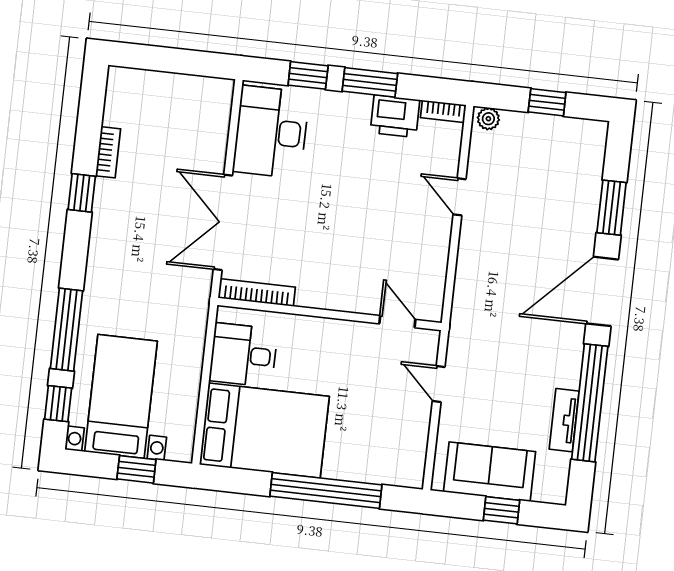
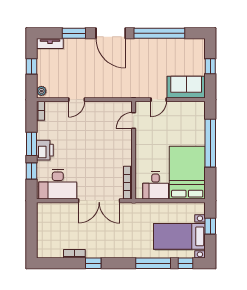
printer: (395, 116) -> (45, 150), moved
tv unit: (564, 420) -> (50, 44), moved
sofa: (490, 472) -> (186, 87), moved, turned 90

